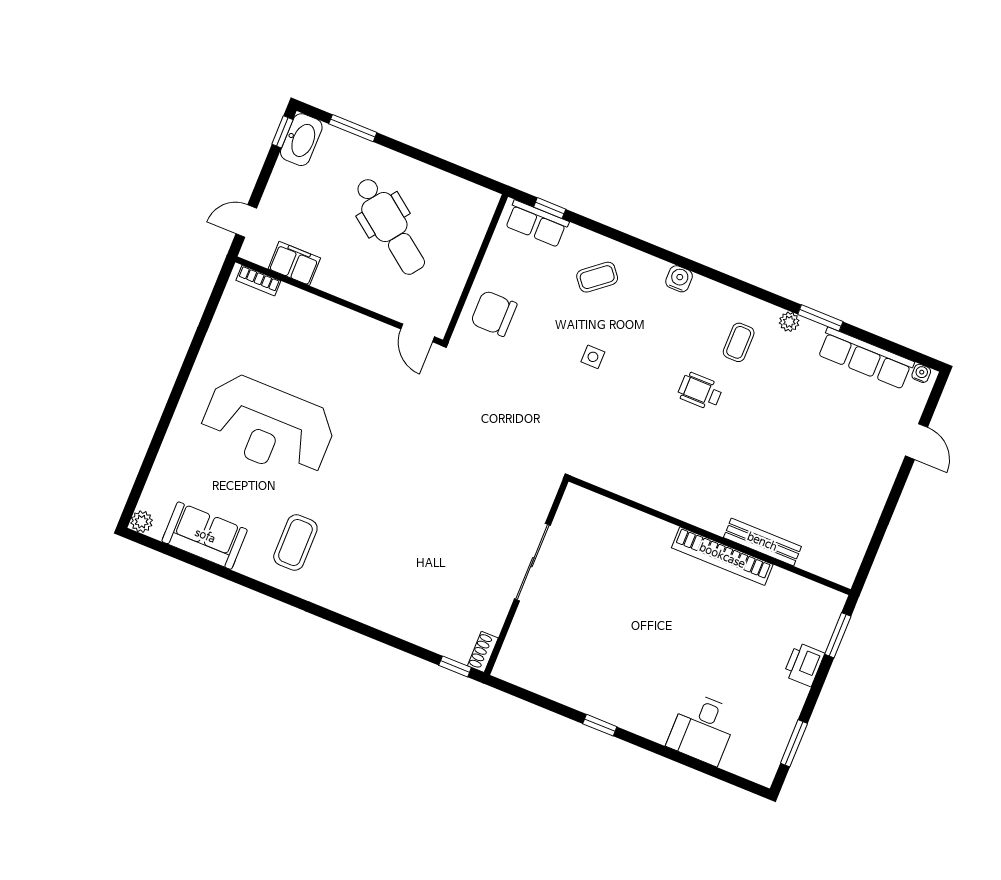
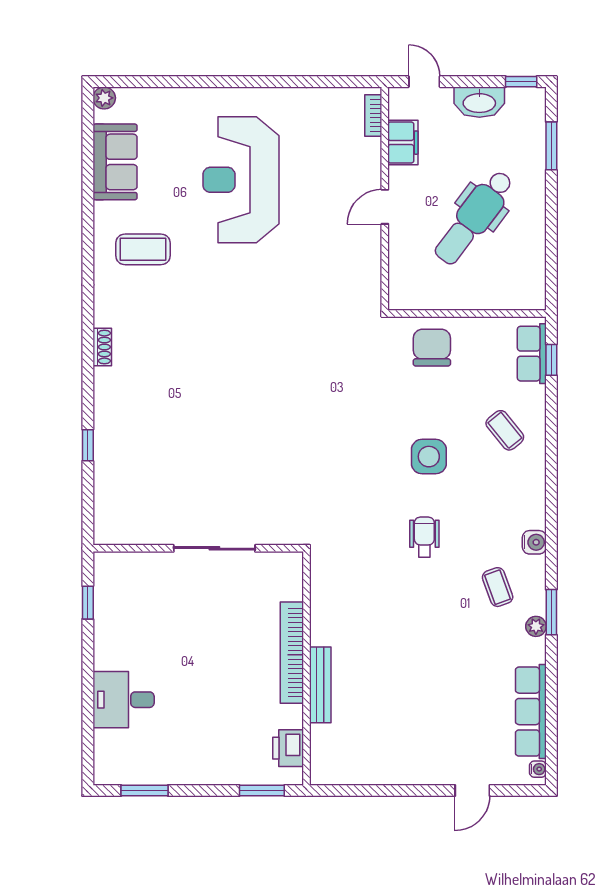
washbasin: (301, 140) -> (479, 102), moved
water cooler: (679, 279) -> (534, 542), moved
window: (820, 318) -> (551, 612), moved
door: (418, 333) -> (385, 207), moved
coffee table: (739, 342) -> (498, 587), turned 70
side table: (593, 357) -> (429, 457), width x1.87, depth x1.87
wheelchair: (700, 391) -> (424, 537), moved
sliding door: (532, 562) -> (214, 548), moved
wall: (526, 577) -> (198, 548), moved
shoe rack: (483, 652) -> (102, 347), moved, turned 90
printer: (804, 664) -> (288, 748), moved, turned -90

